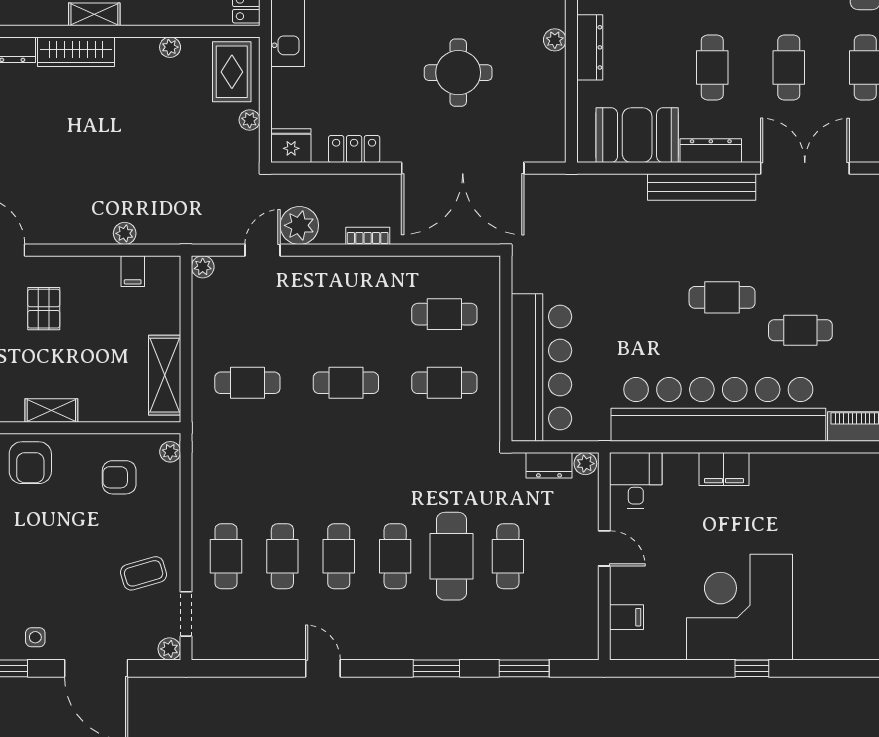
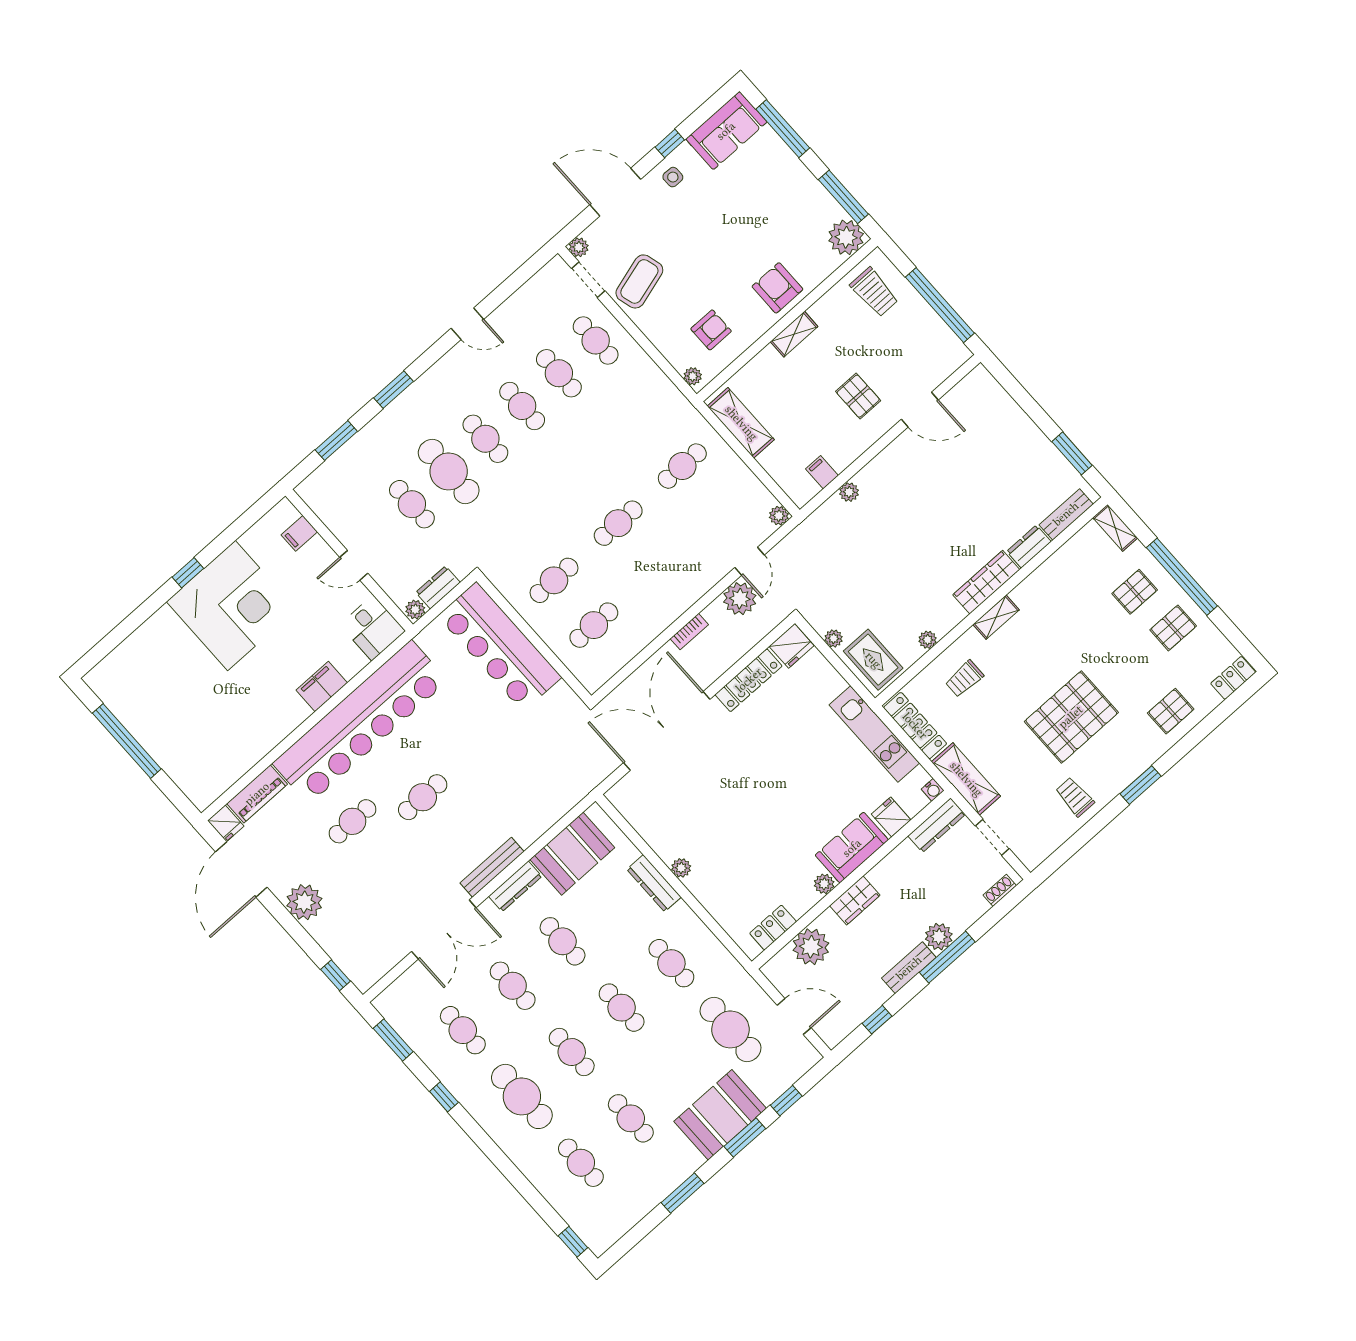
round table: (458, 73) -> (725, 790), removed
locker: (354, 149) -> (749, 680), width x1.53
bench: (702, 187) -> (492, 867), width x0.73, depth x0.82
coffee table: (144, 573) -> (639, 281), width x1.36, depth x1.30

